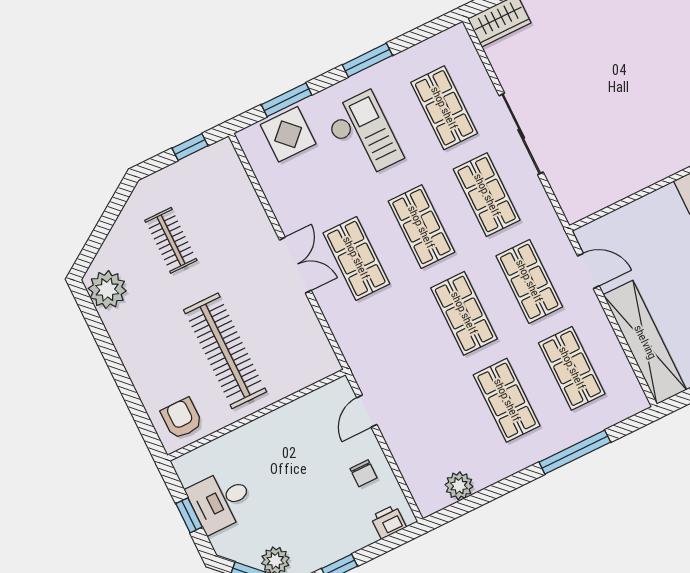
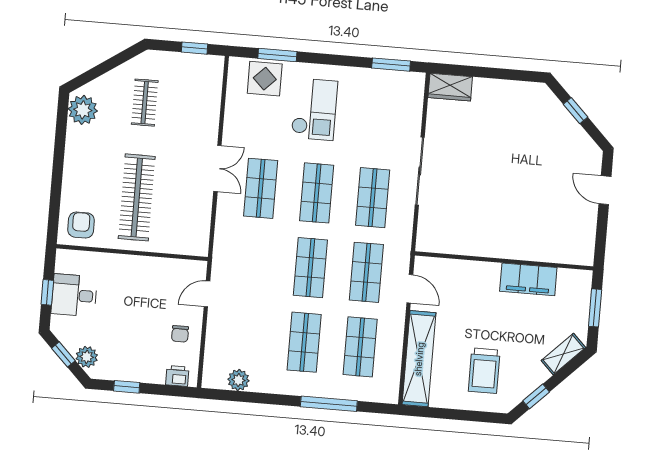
window: (367, 60) -> (391, 65), moved
shop shelf: (444, 108) -> (379, 123), removed

